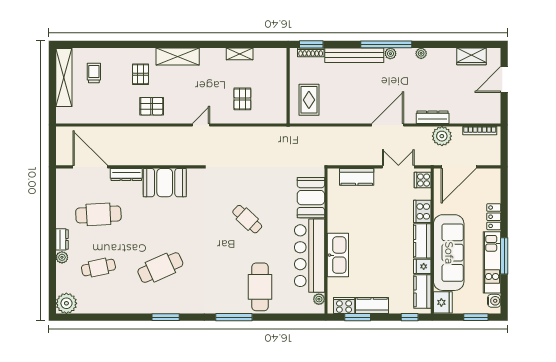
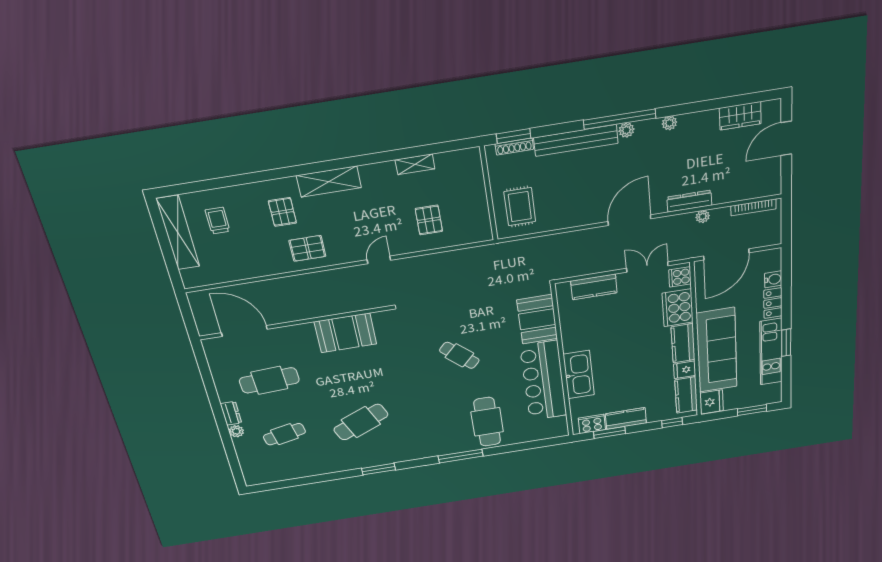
plant: (442, 136) -> (703, 217), width x0.53, depth x0.53
dresser: (126, 174) -> (293, 332), removed
cooker: (422, 211) -> (678, 308), width x1.37, depth x1.31
window: (504, 256) -> (786, 343), width x0.69
plant: (319, 299) -> (561, 422), removed
water cooler: (494, 301) -> (773, 279), moved
plant: (66, 303) -> (255, 475), removed

